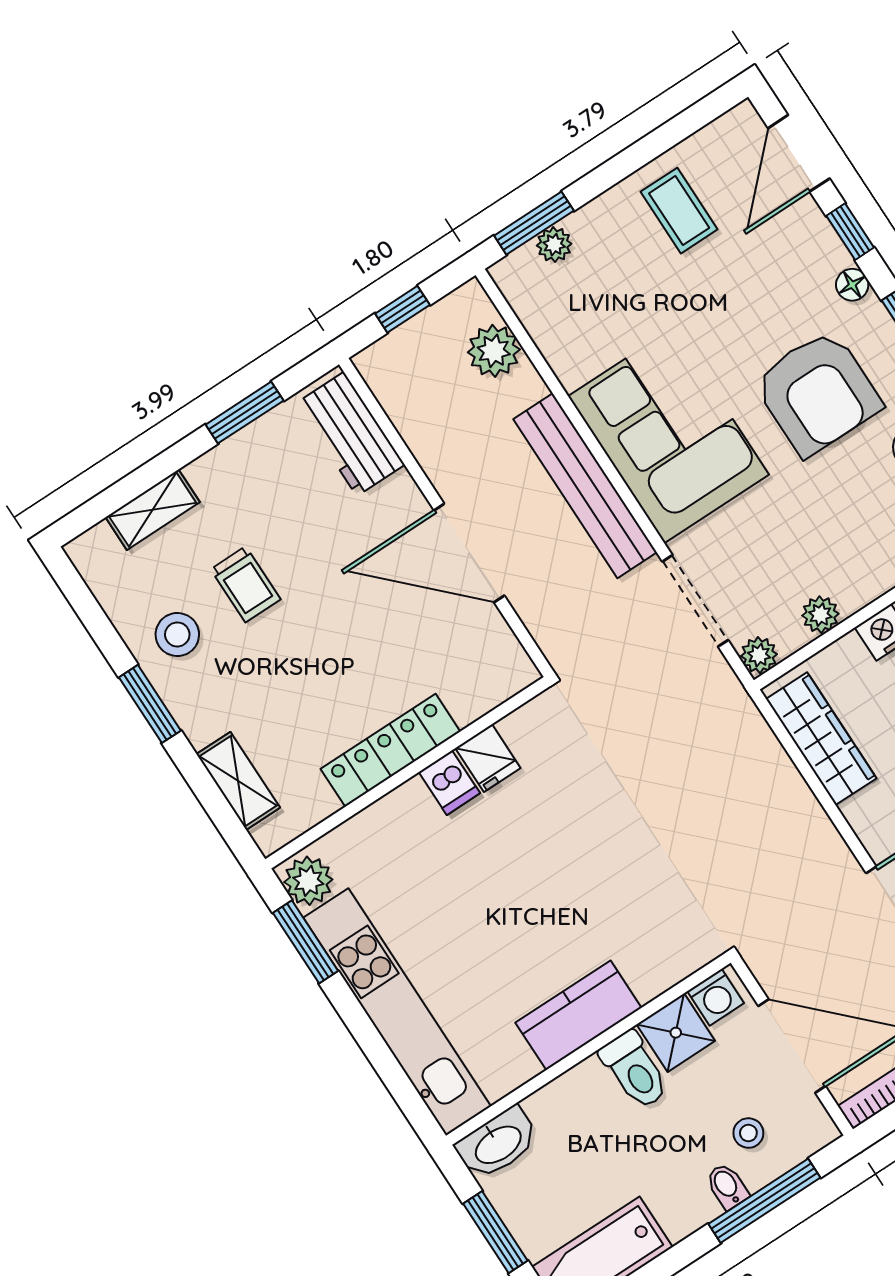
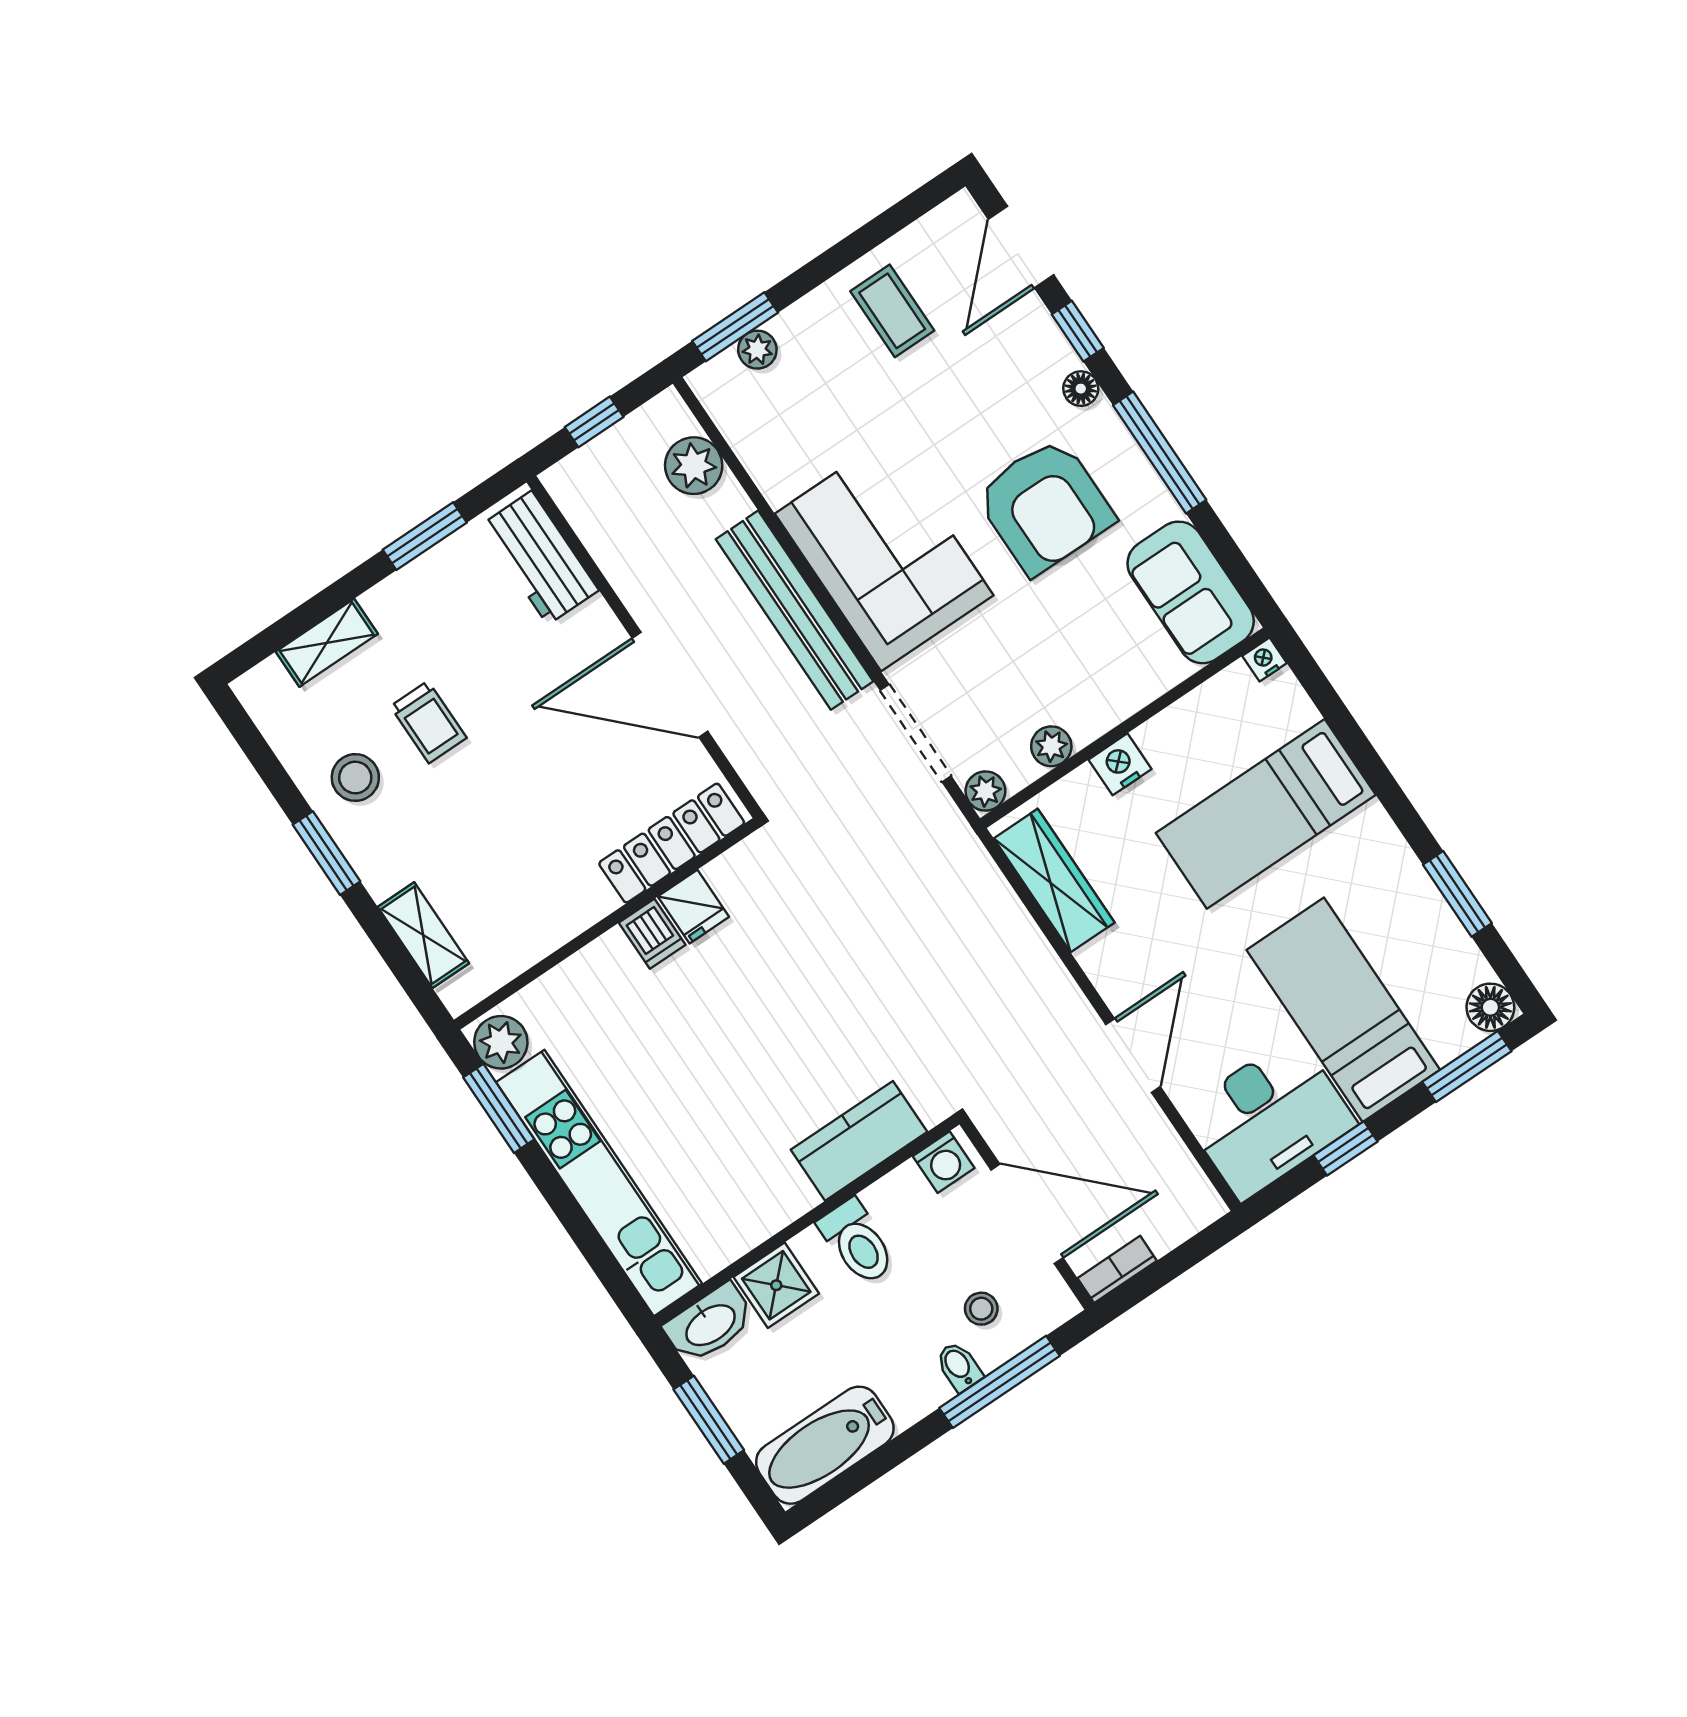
locker: (390, 750) -> (672, 843), moved
kitchen counter: (578, 1015) -> (859, 1141), moved
shower: (676, 1033) -> (776, 1285), moved

